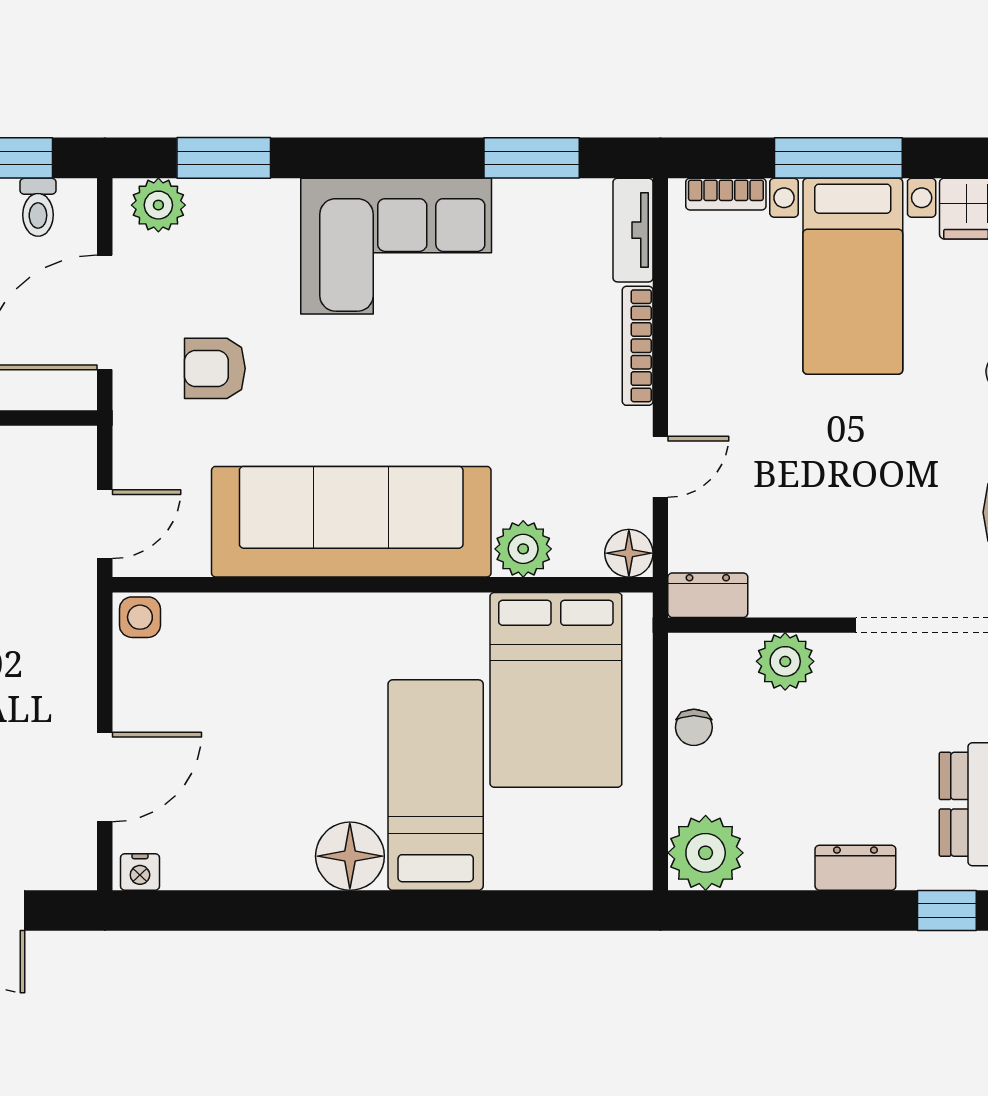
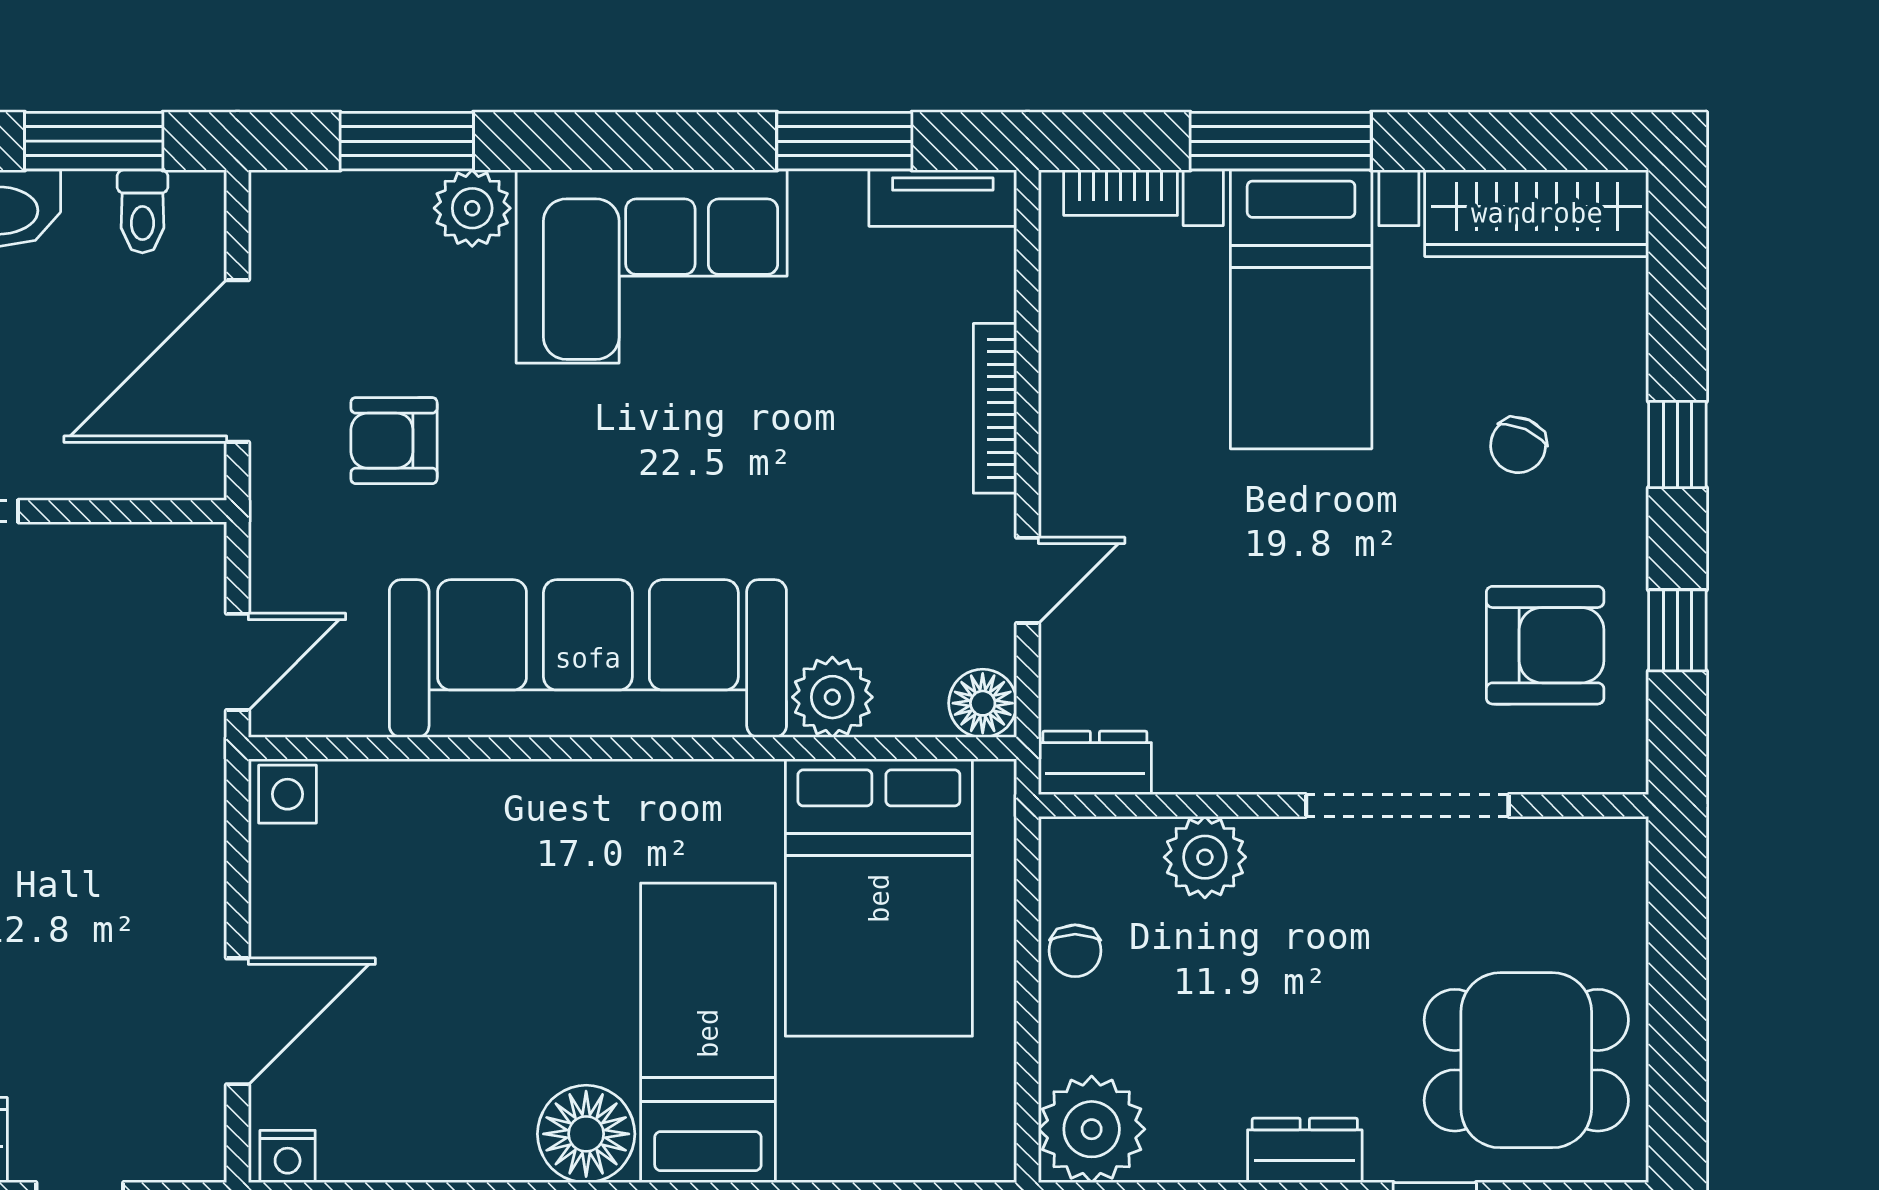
plant: (158, 205) -> (472, 208), moved
tv unit: (633, 230) -> (943, 198), moved, turned -90

